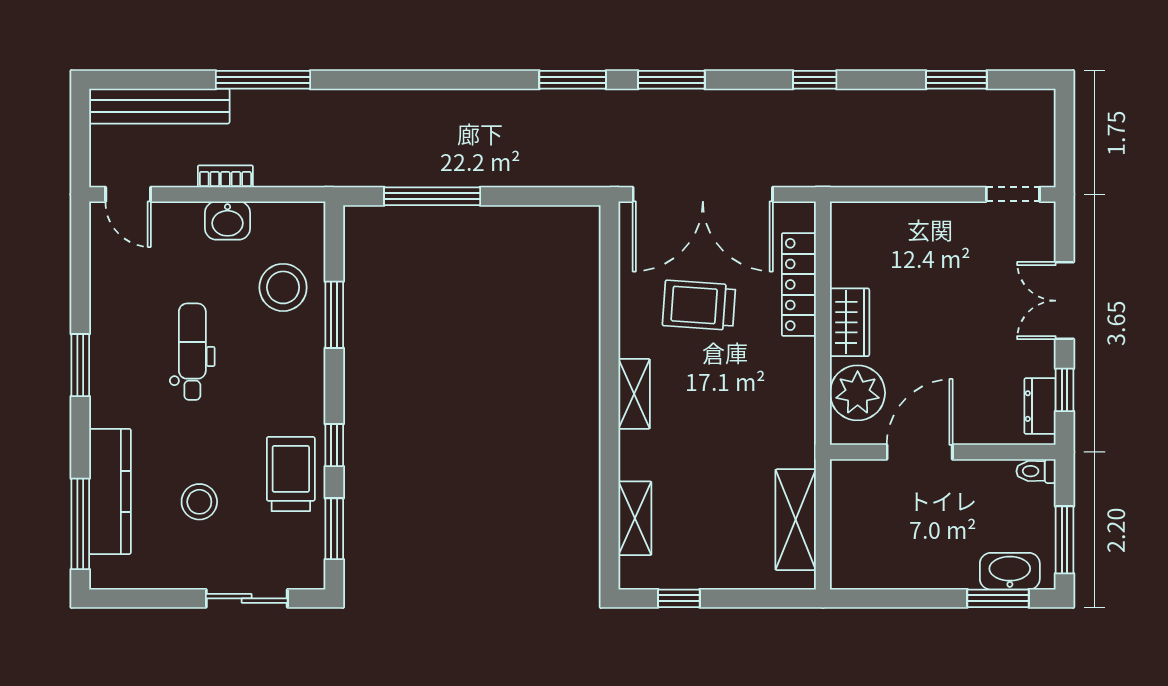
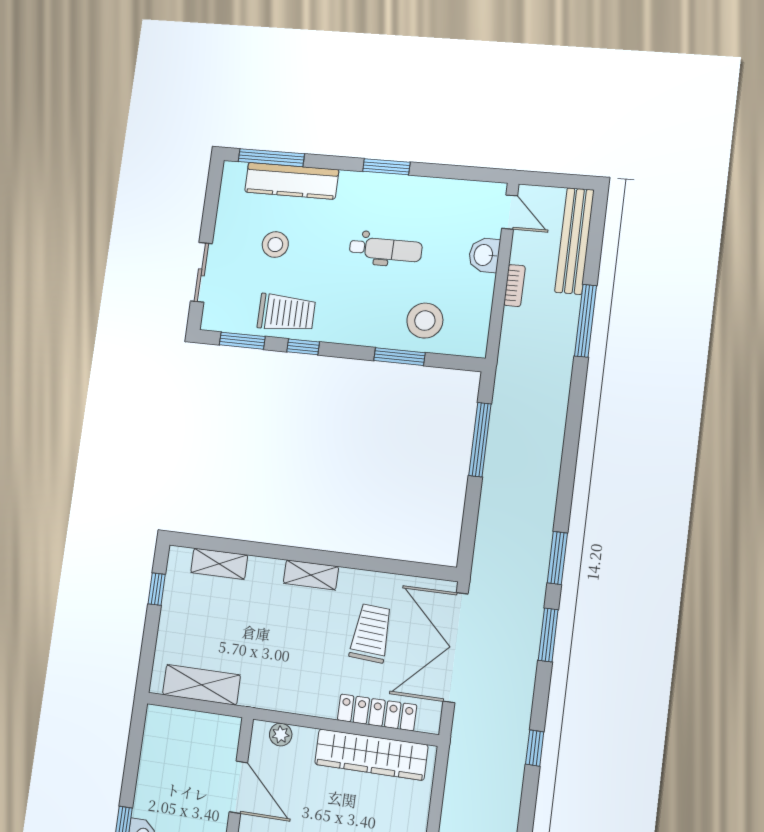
door: (128, 194) -> (510, 212), swing flipped
washbasin: (228, 221) -> (484, 255), moved
wardrobe: (850, 322) -> (371, 755), width x2.10, depth x1.17
plant: (858, 393) -> (281, 735), width x0.53, depth x0.53

